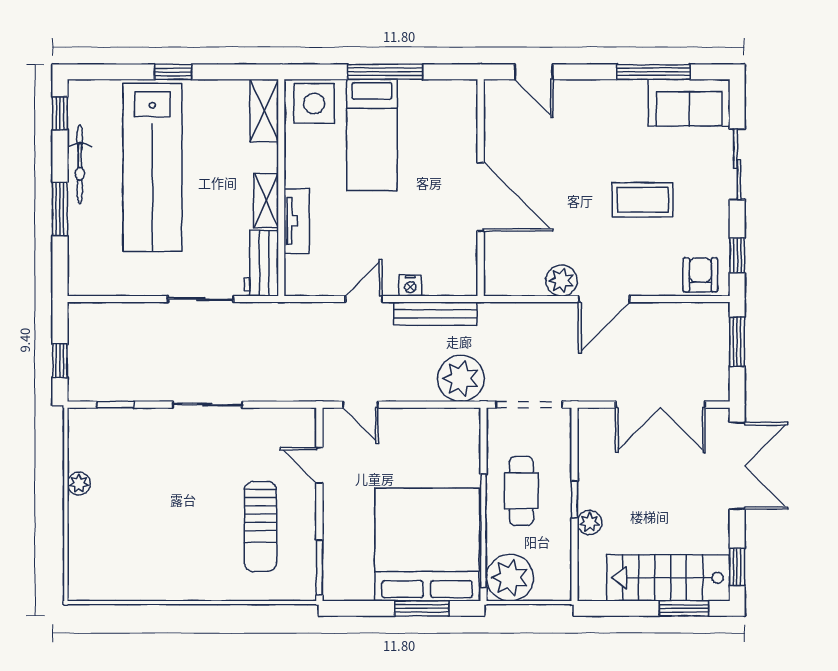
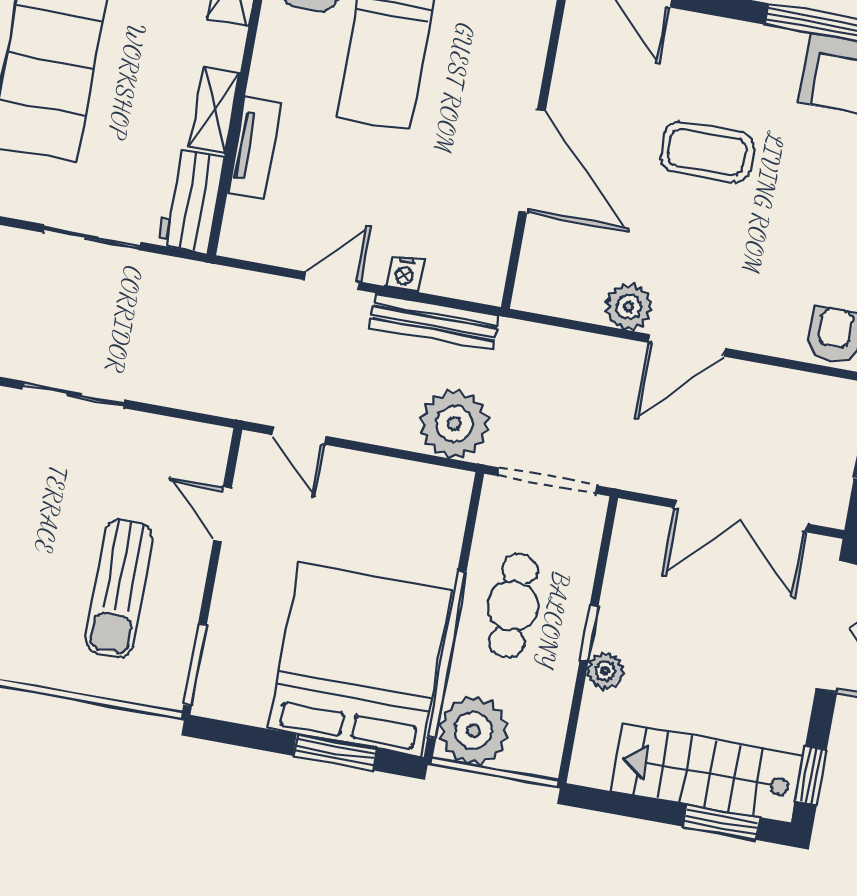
coffee table: (643, 200) -> (707, 152), moved

